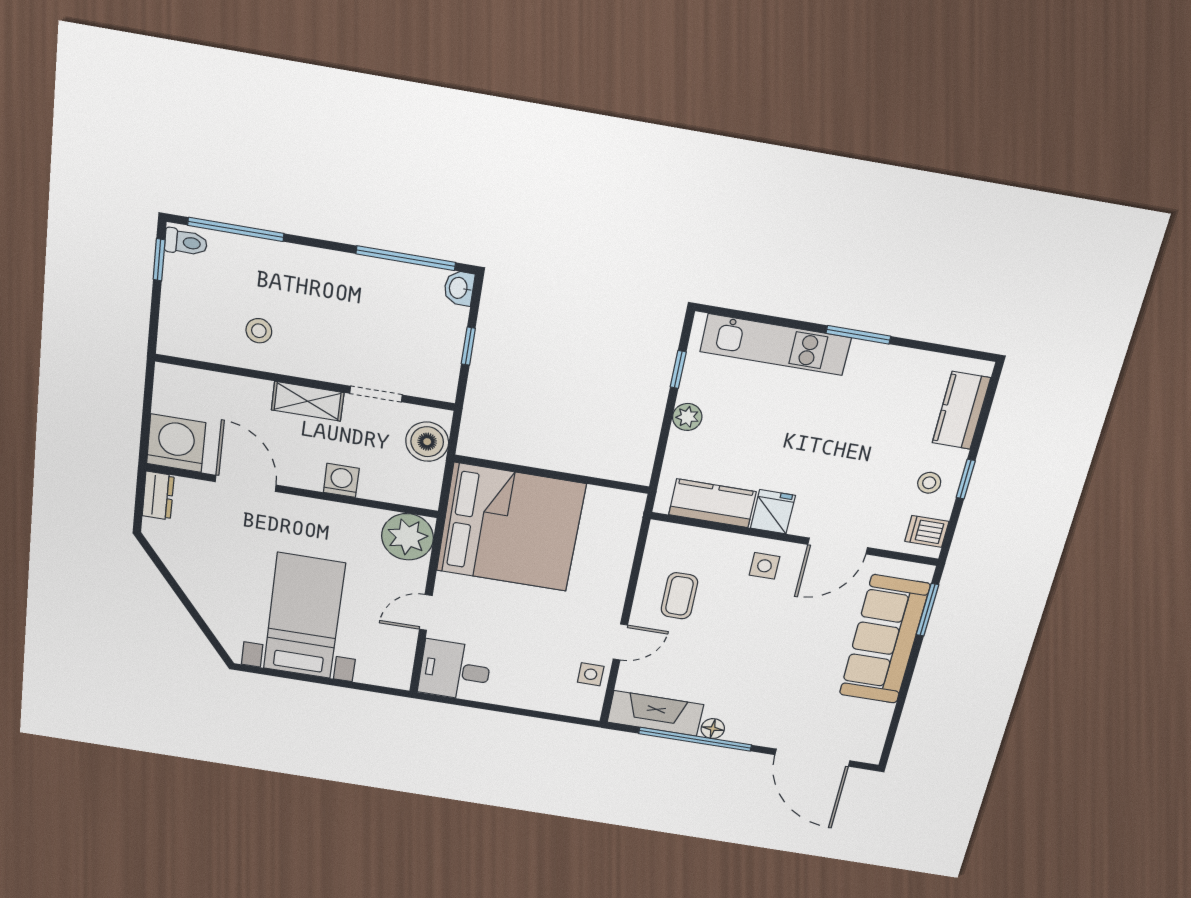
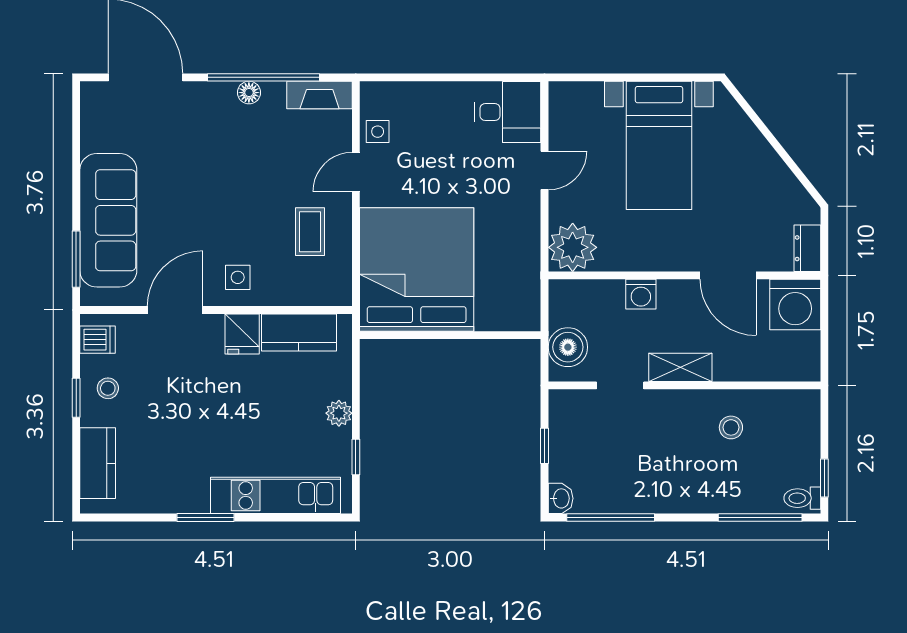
bed: (511, 527) -> (417, 269), moved, turned 90
fireplace: (655, 713) -> (320, 95), width x0.73, depth x0.76

